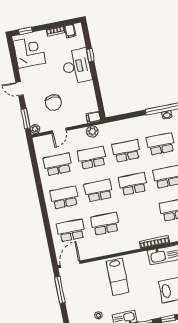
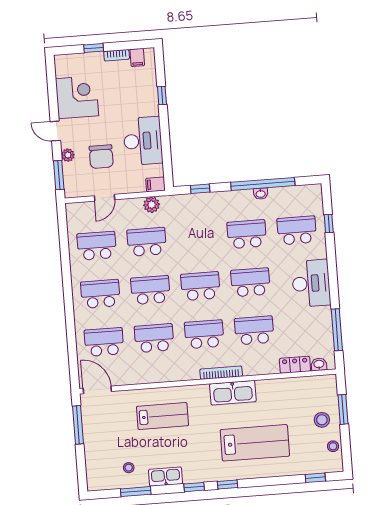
window: (26, 31) -> (94, 48), moved
corner desk: (29, 52) -> (77, 97), moved
desk: (77, 66) -> (143, 141), moved
window: (125, 116) -> (200, 189), added
plant: (35, 129) -> (68, 155), moved
school desk: (126, 151) -> (204, 334), moved
door: (70, 264) -> (97, 390), hinge flipped
lab bench: (118, 277) -> (162, 416), turned -90

